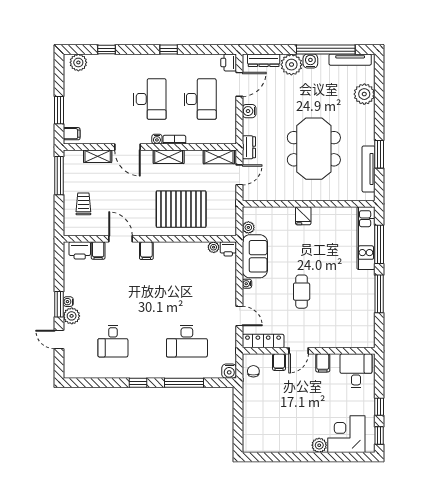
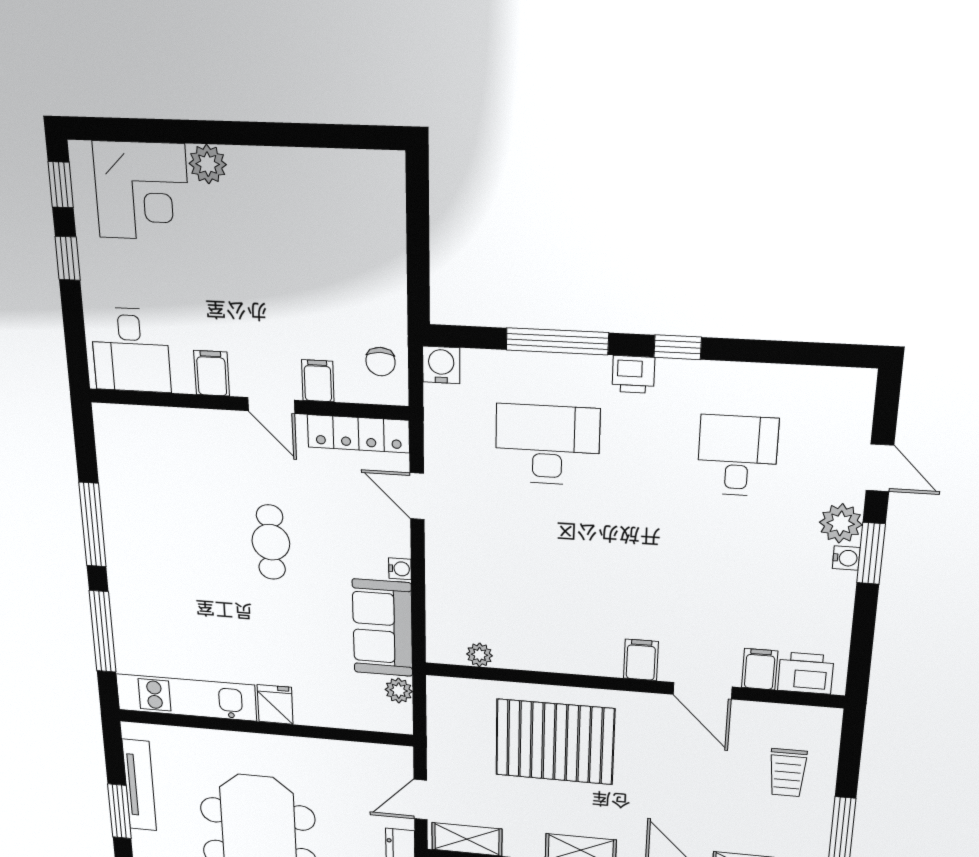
kitchen unit: (366, 238) -> (186, 697), moved, turned -90
printer: (228, 249) -> (633, 374), moved, turned 180
door: (299, 351) -> (271, 405), swing flipped

